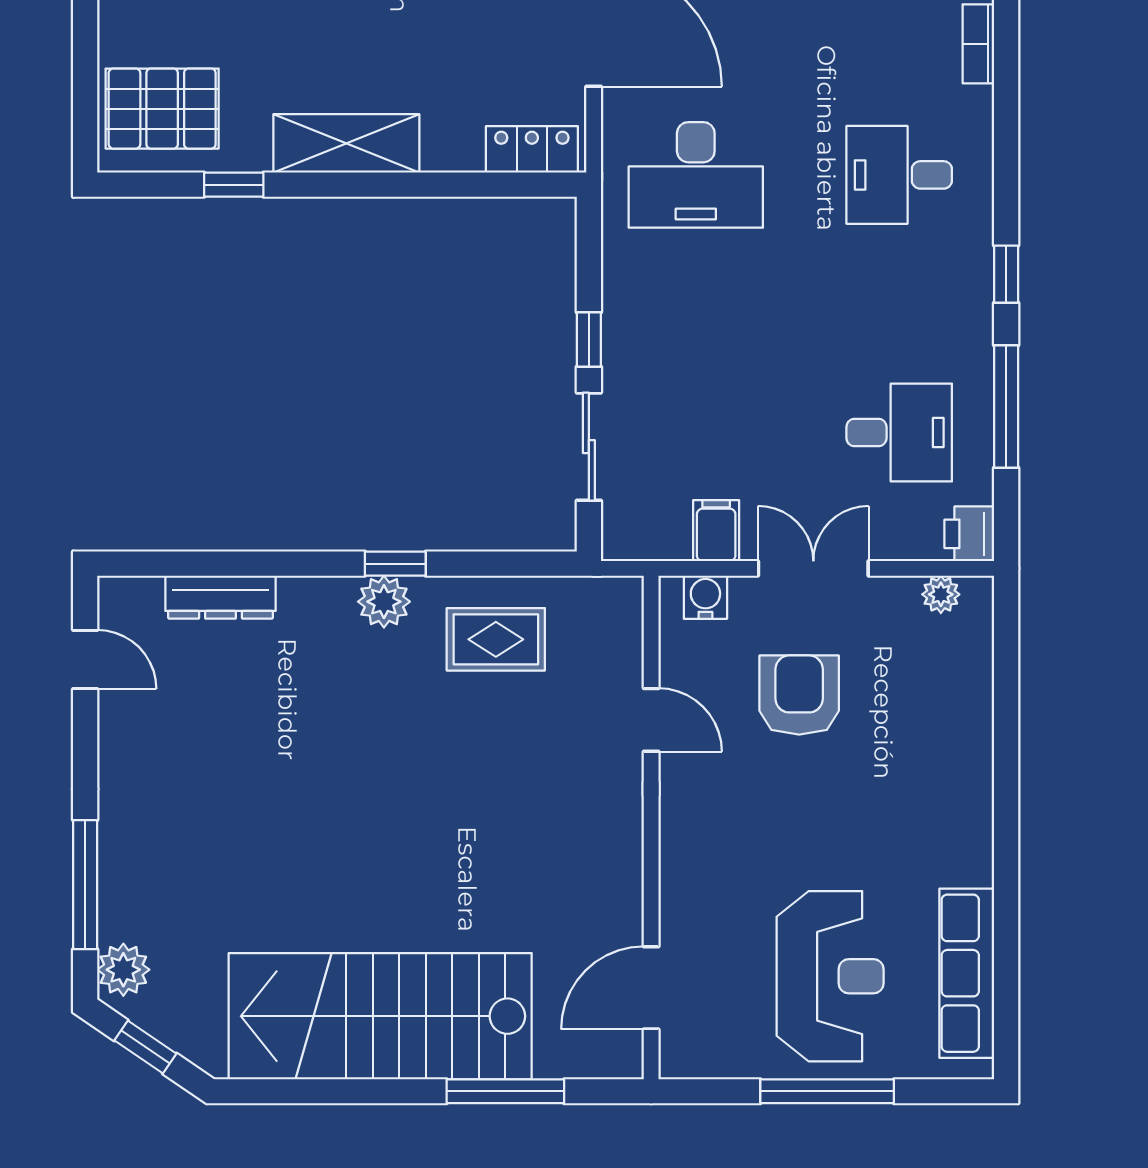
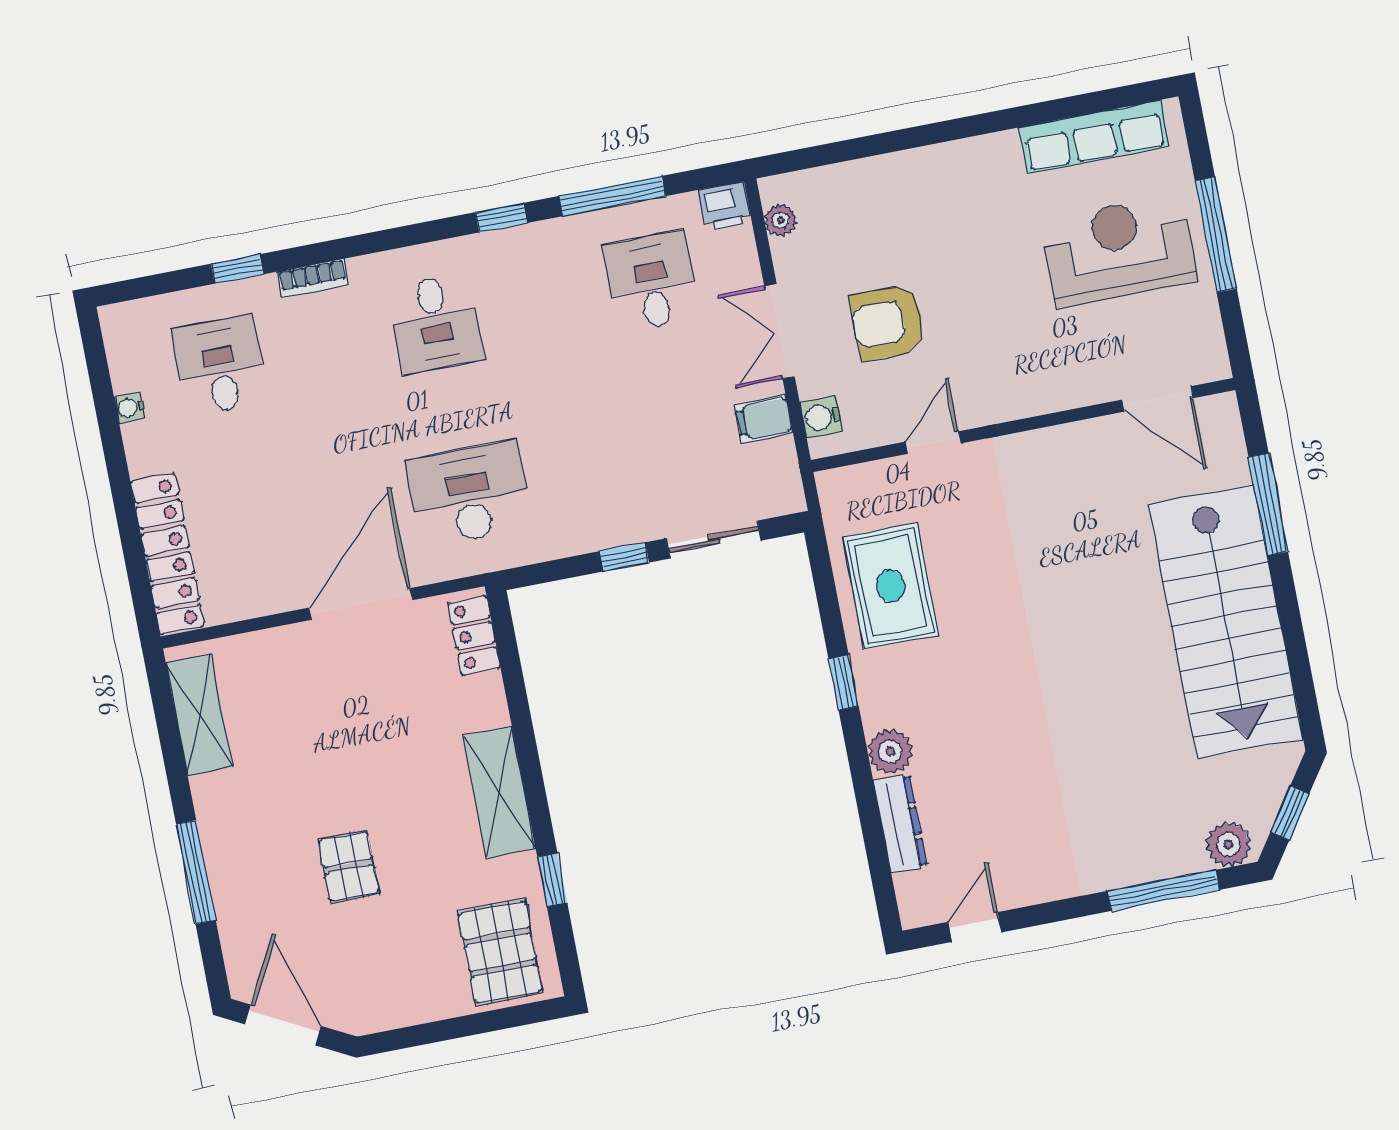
desk: (696, 175) -> (469, 494), turned -90
plant: (384, 602) -> (890, 752), moved
rug: (496, 639) -> (891, 586), width x1.36, depth x1.43

